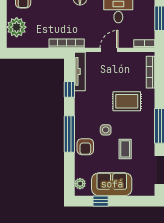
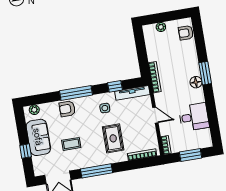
plant: (17, 27) -> (161, 27), width x0.53, depth x0.53
side table: (106, 130) -> (105, 108), moved
window: (101, 201) -> (26, 151), moved

